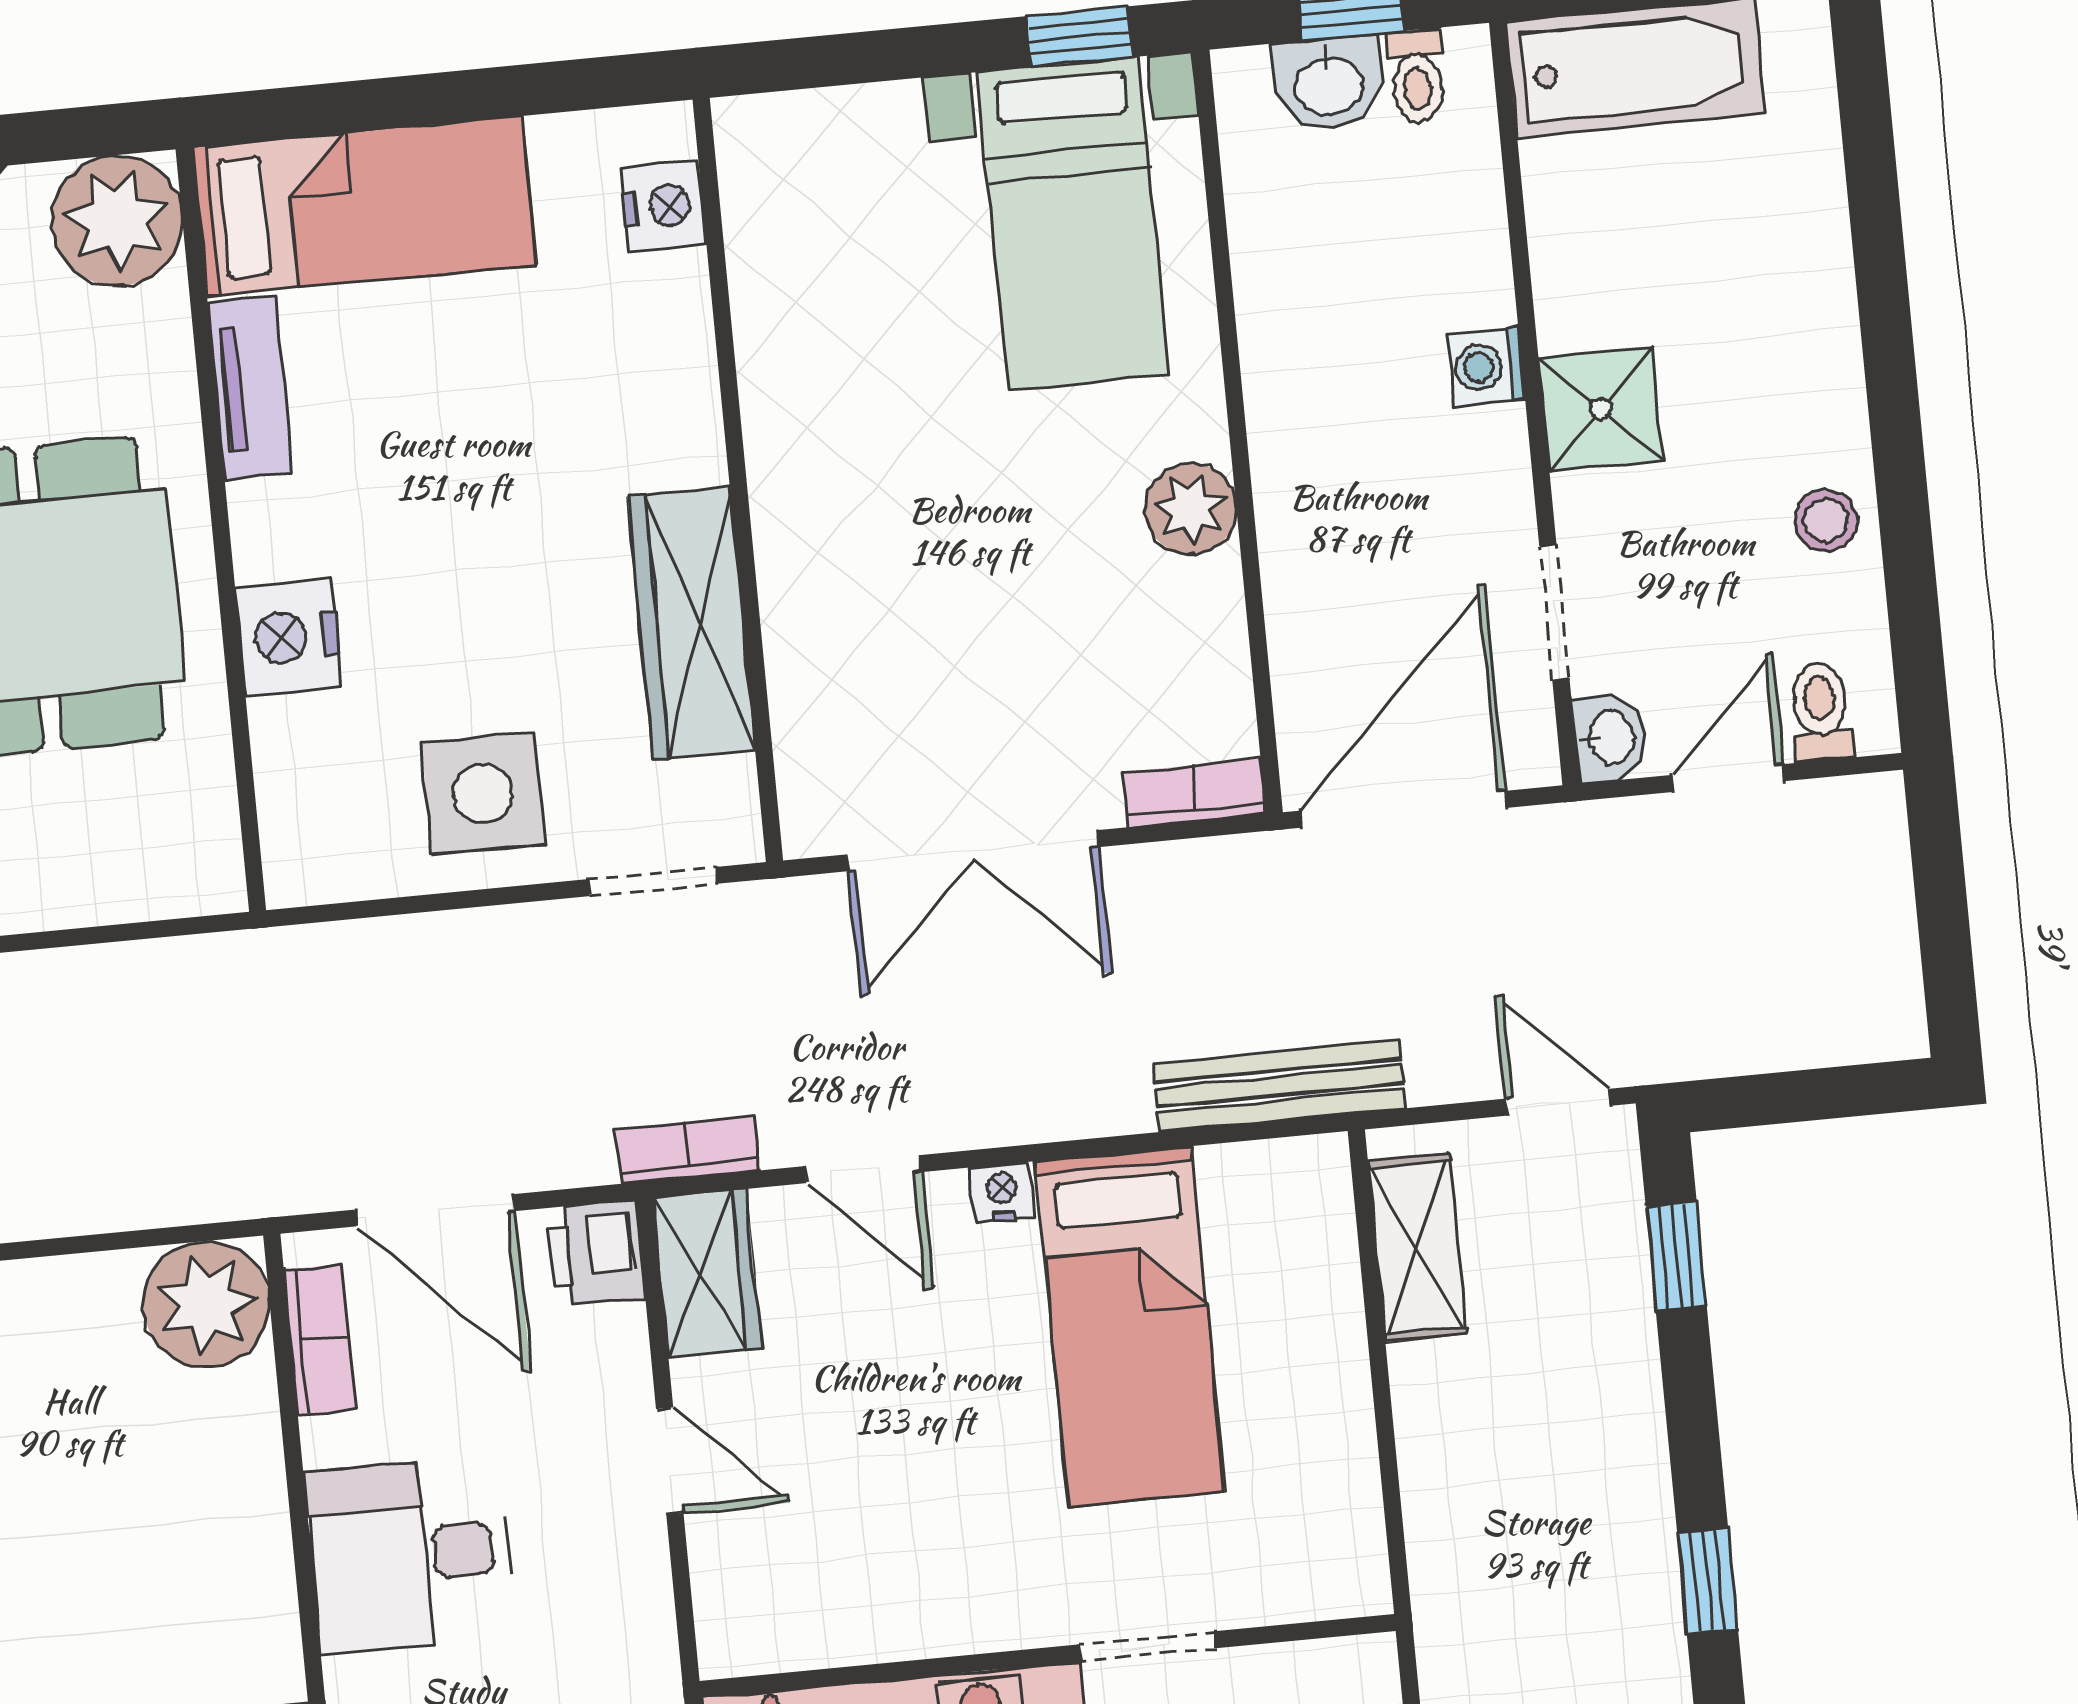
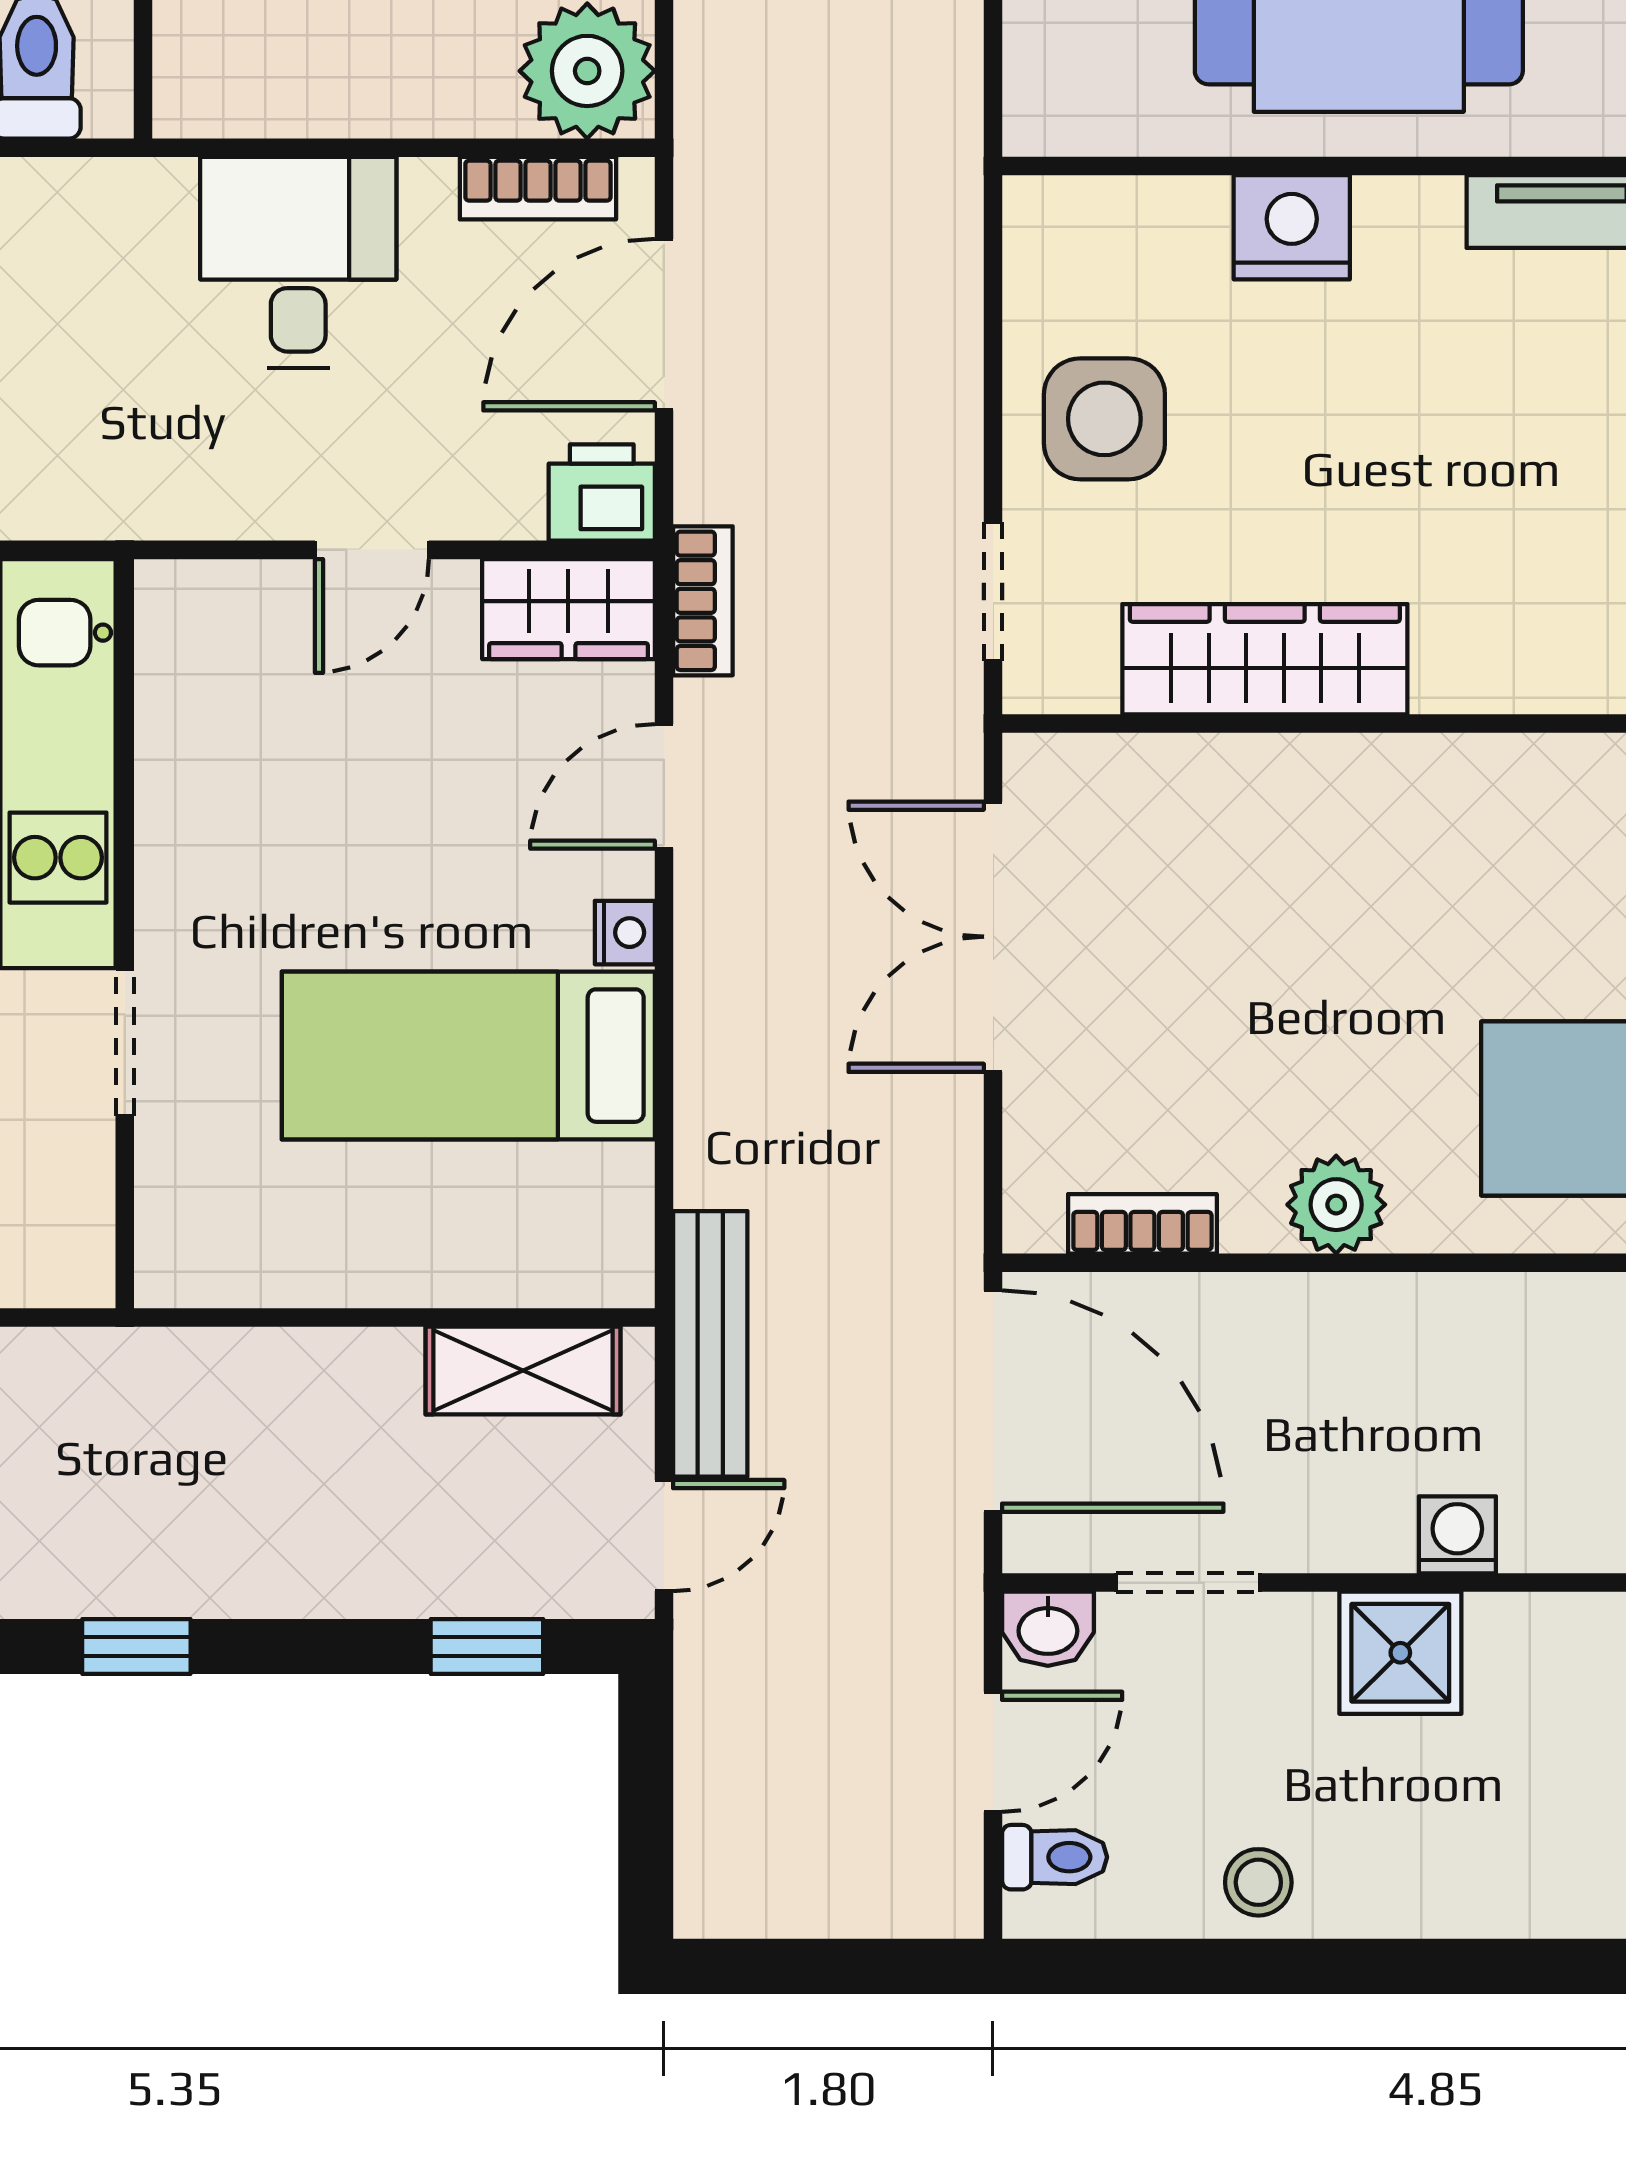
door: (1729, 778) -> (993, 1752), hinge flipped
bookcase: (1194, 793) -> (1142, 1224), moved, turned -90
bench: (1279, 1086) -> (710, 1344), moved

